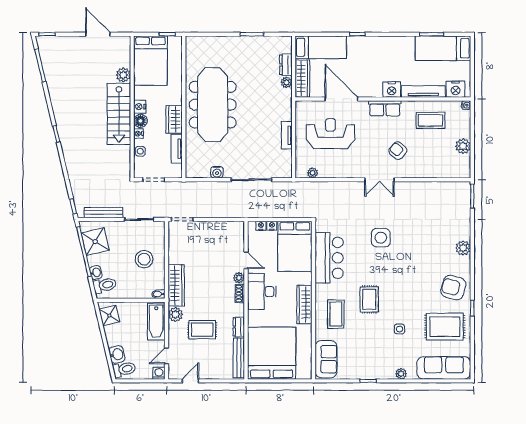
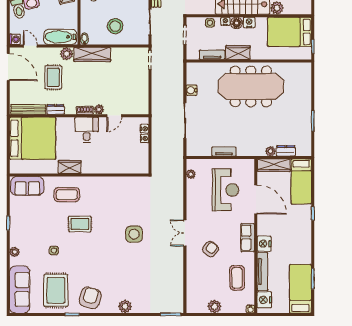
door: (341, 99) -> (256, 200), hinge flipped
bed: (295, 246) -> (126, 159), removed
bar counter: (329, 258) -> (116, 189), removed
desk: (262, 291) -> (87, 130), width x0.73
wardrobe: (304, 305) -> (70, 167), width x0.67
door: (190, 381) -> (8, 67), width x1.88

